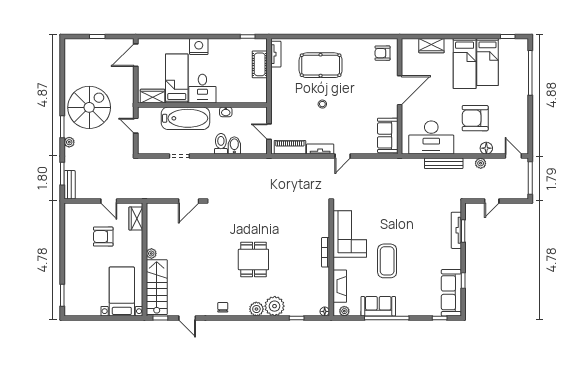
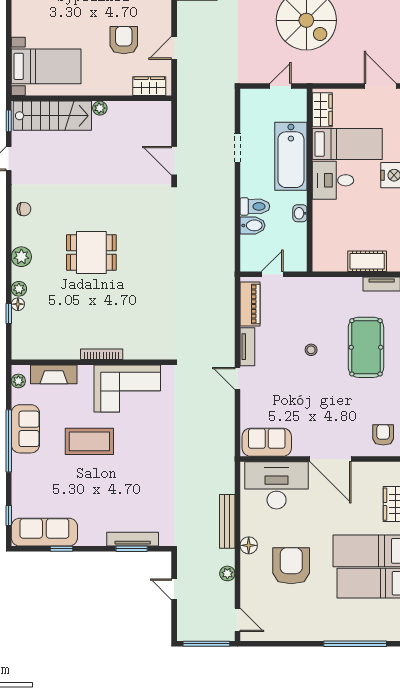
desk: (431, 138) -> (277, 485), moved, turned 90
floor lamp: (486, 148) -> (249, 545), moved
door: (513, 156) -> (237, 620), hinge flipped
plant: (275, 306) -> (19, 289), width x0.53, depth x0.53
floor lamp: (325, 311) -> (18, 304), moved

